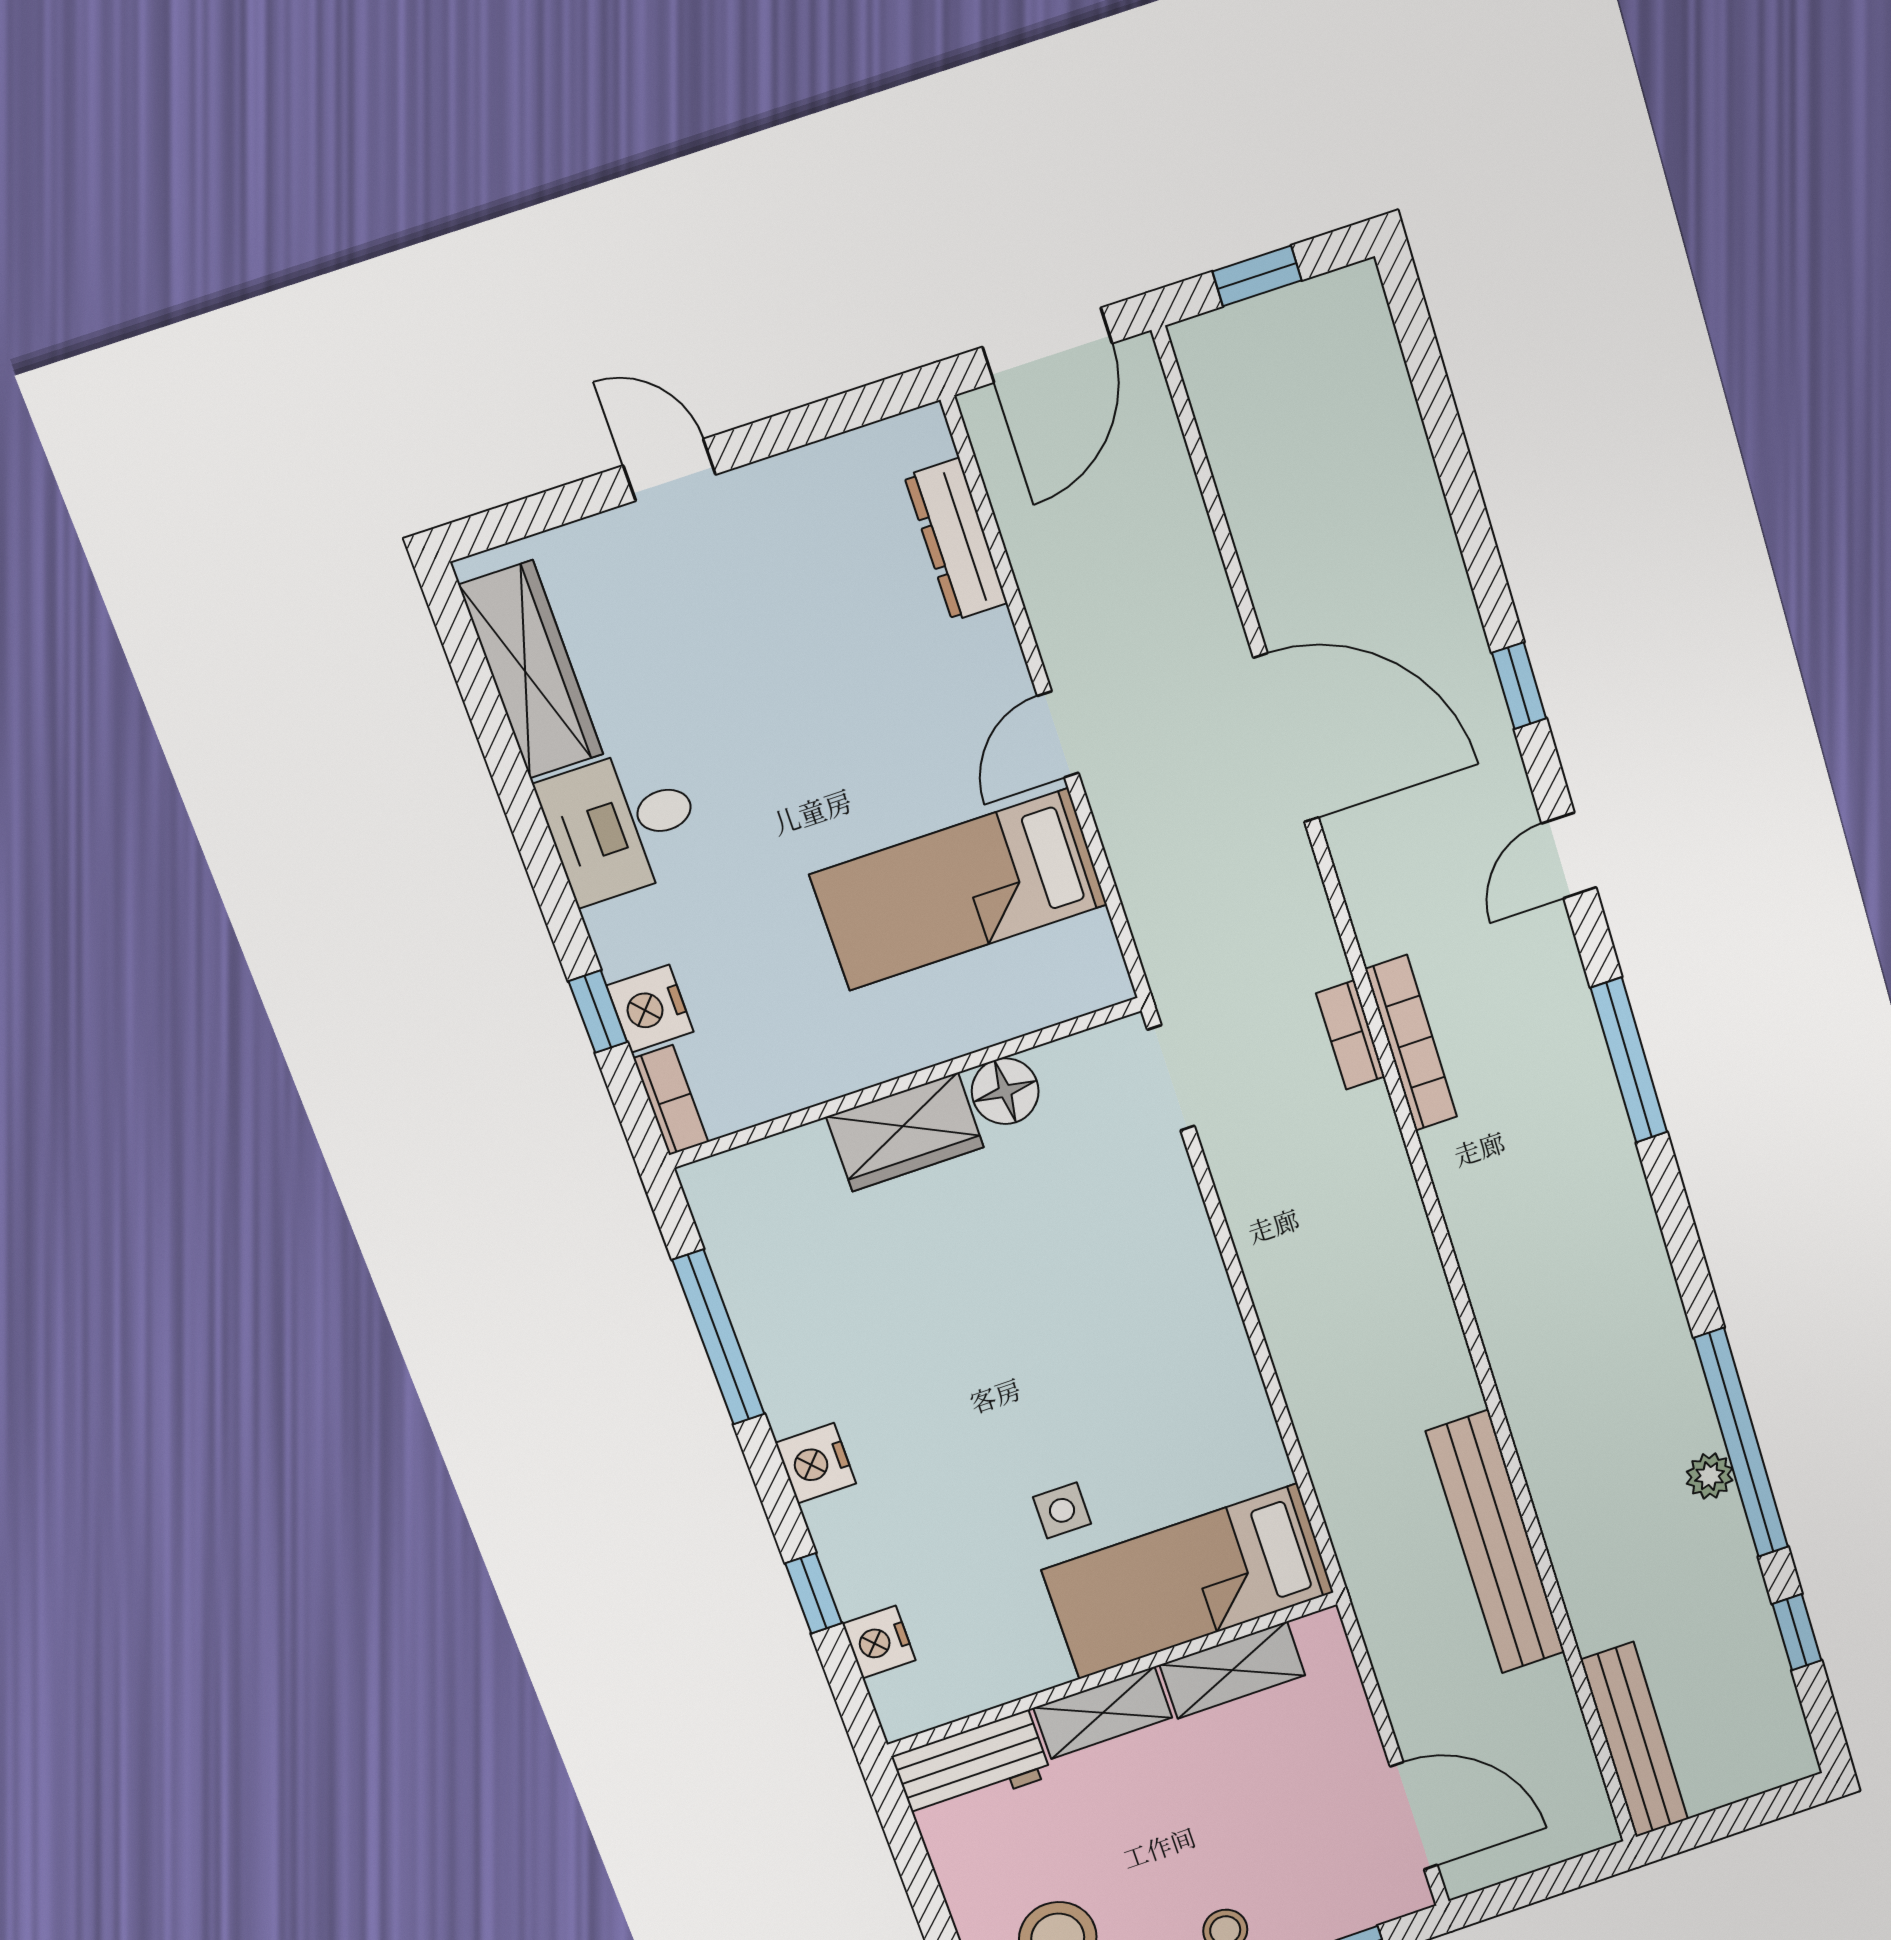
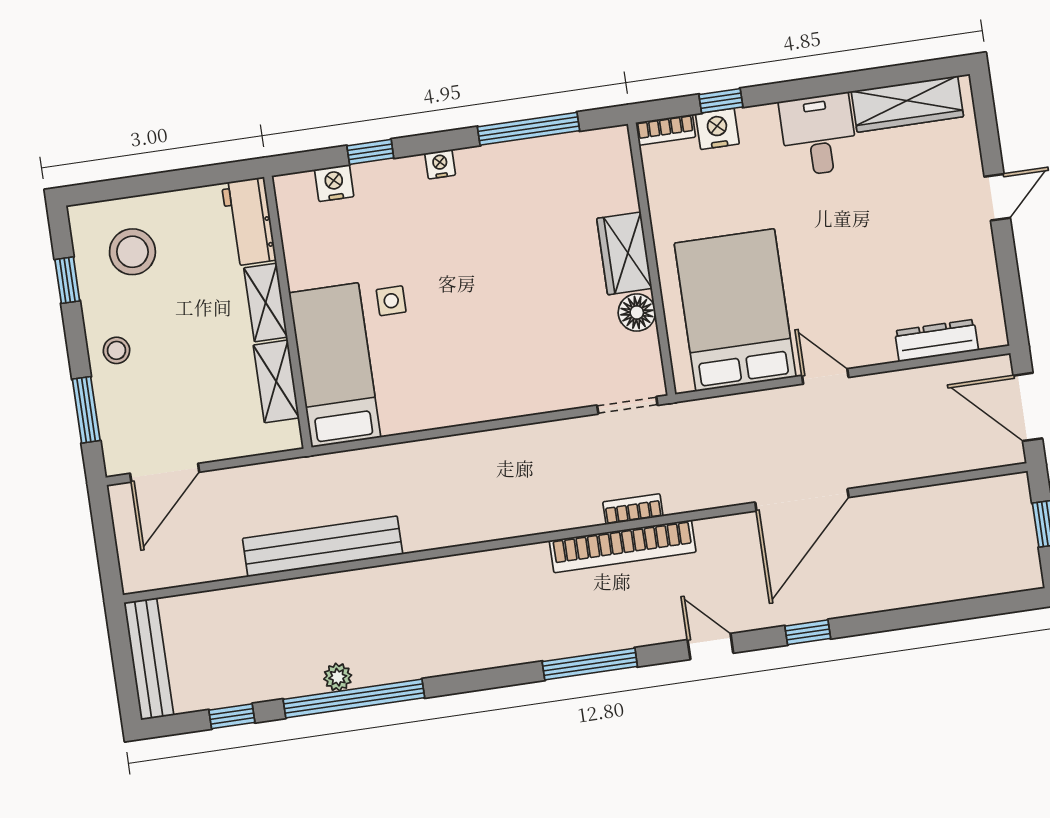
bed: (959, 889) -> (735, 310), width x1.50
bookcase: (1411, 1043) -> (623, 546), width x1.48, depth x1.31
nightstand: (816, 1463) -> (440, 164), width x0.72, depth x0.74
bench: (1634, 1740) -> (149, 659), moved, turned 90

